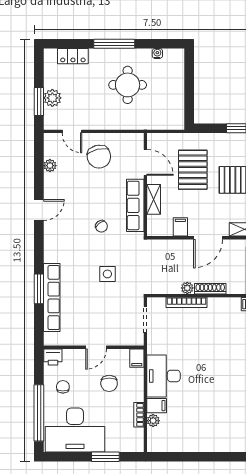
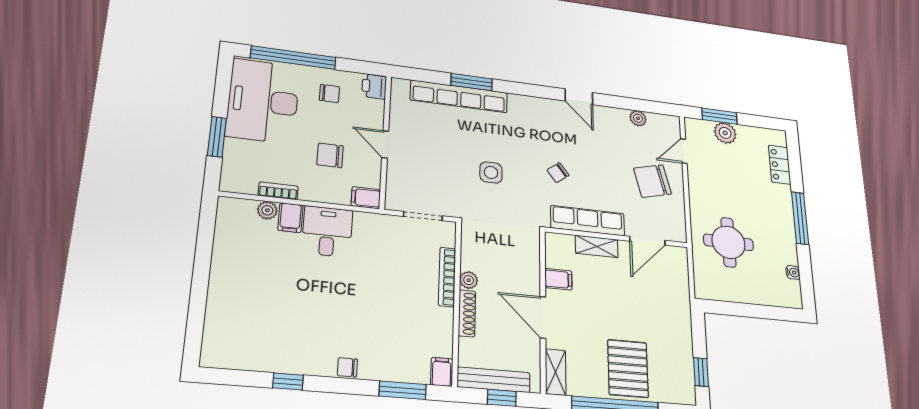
round table: (128, 85) -> (728, 242), moved
pallet: (193, 170) -> (640, 305), removed
desk: (164, 376) -> (327, 232), width x0.73

